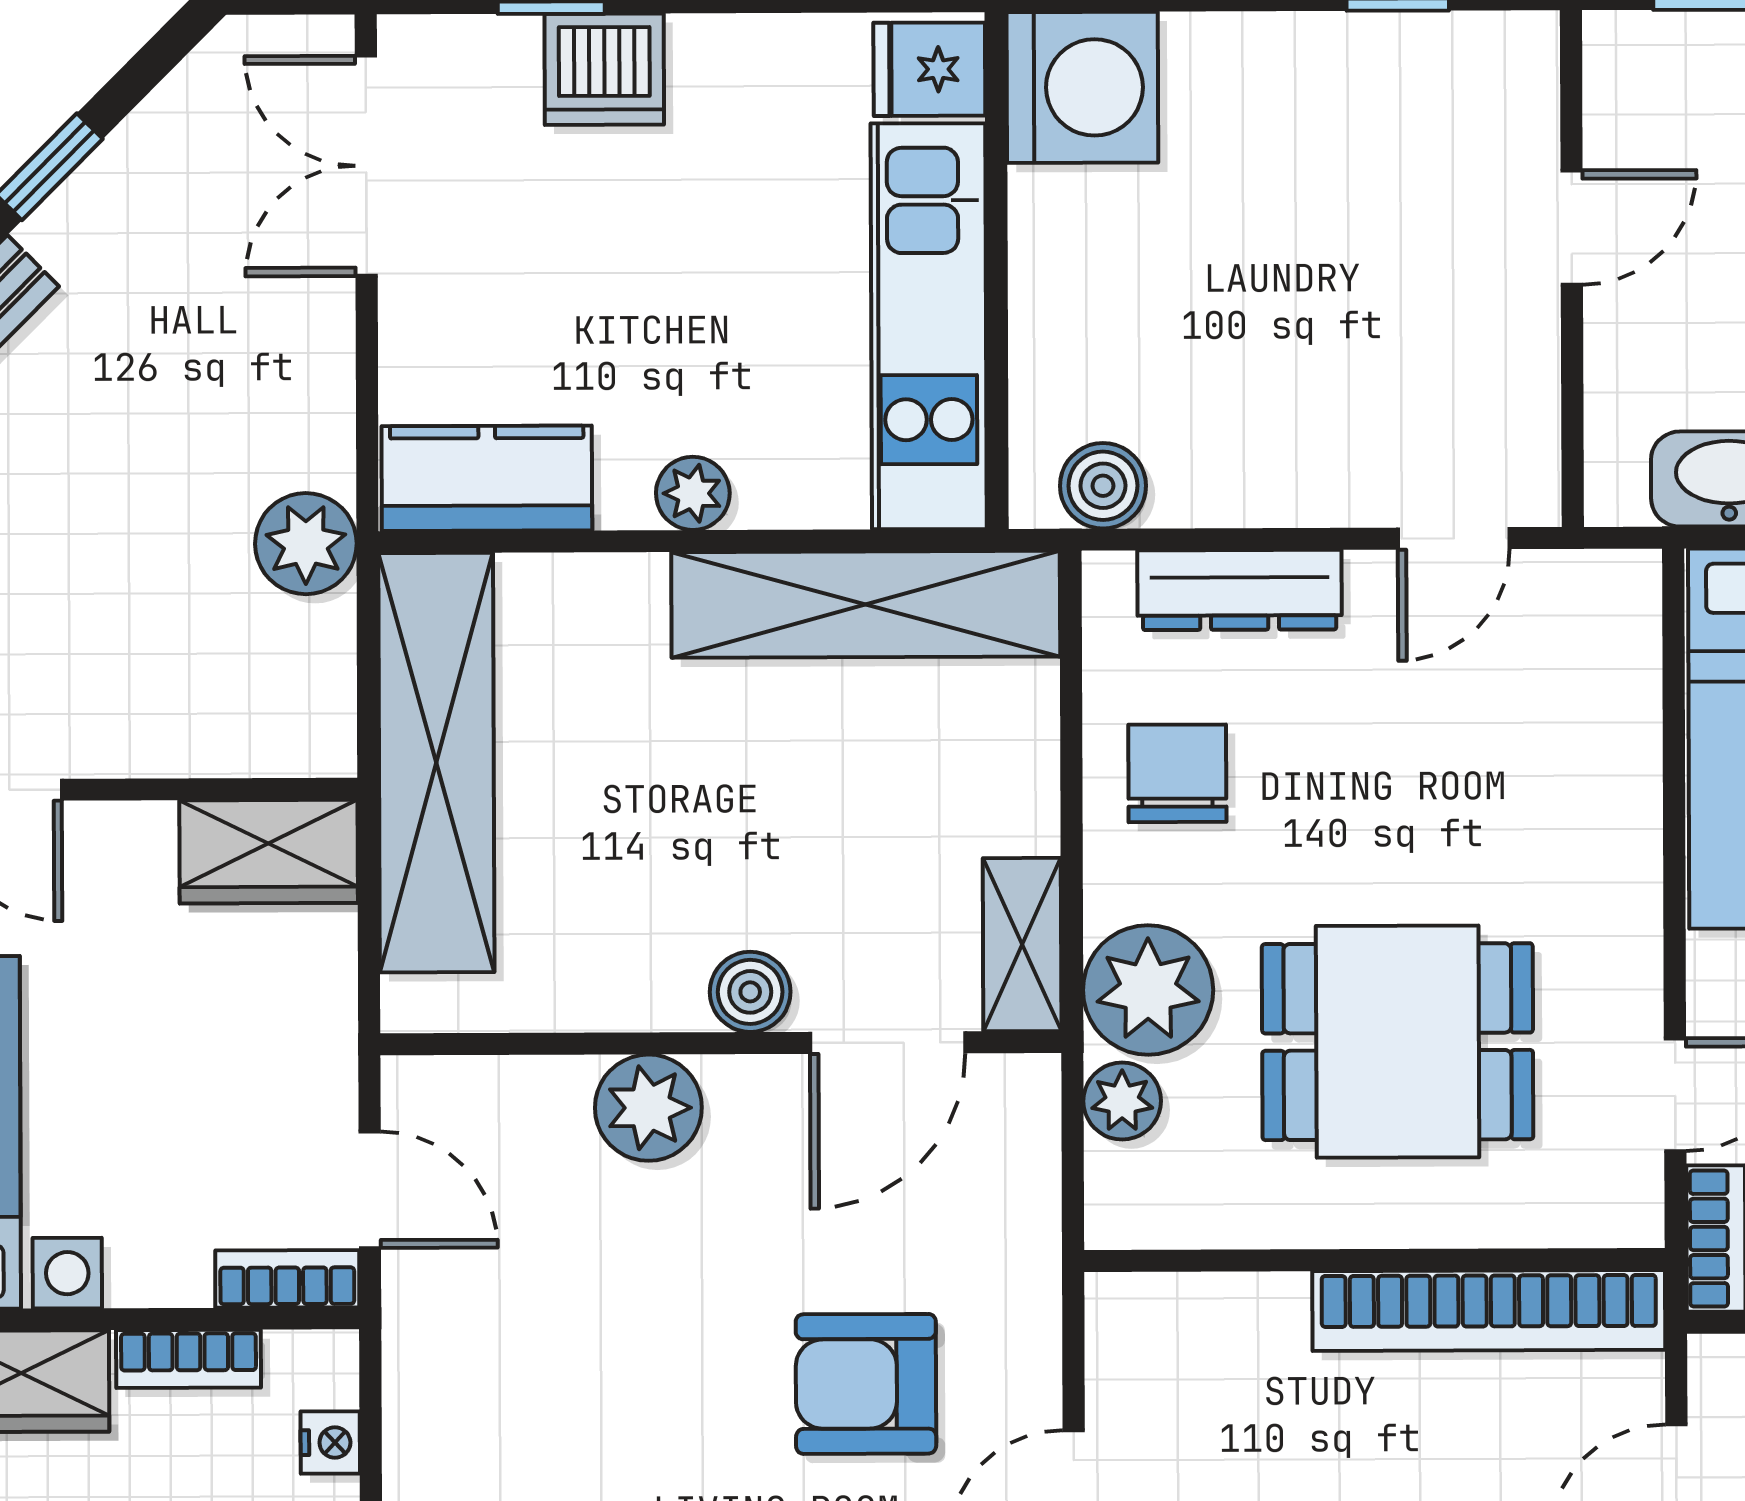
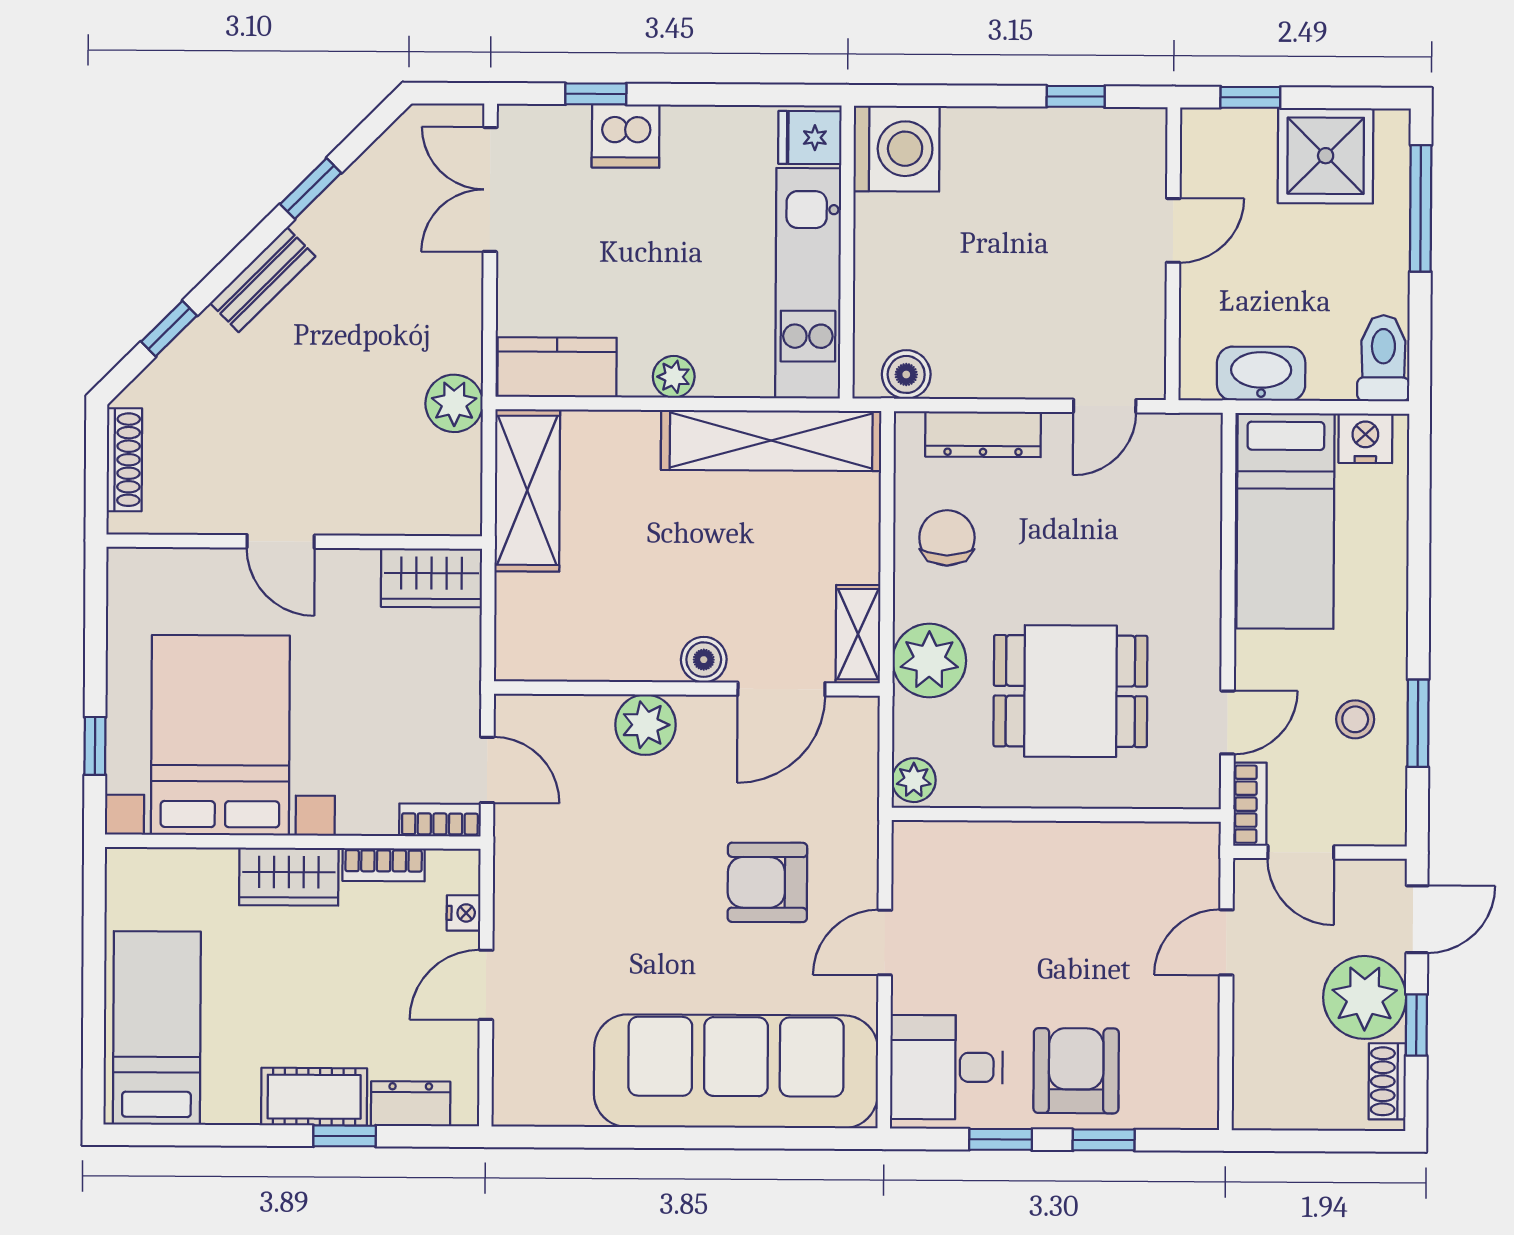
shelving: (436, 763) -> (527, 490), width x0.68
plant: (1122, 1101) -> (914, 780), moved
bookcase: (1489, 1311) -> (1121, 844), removed

